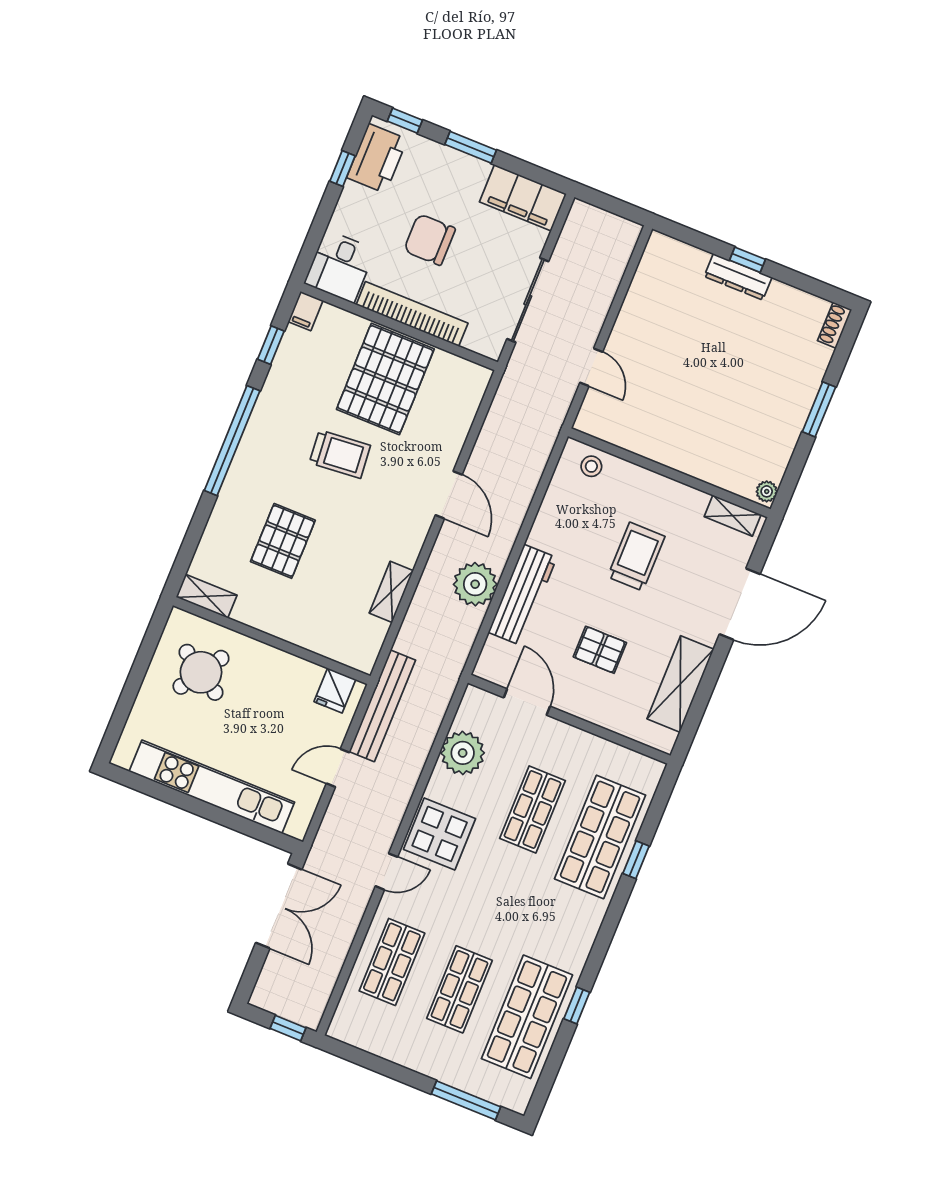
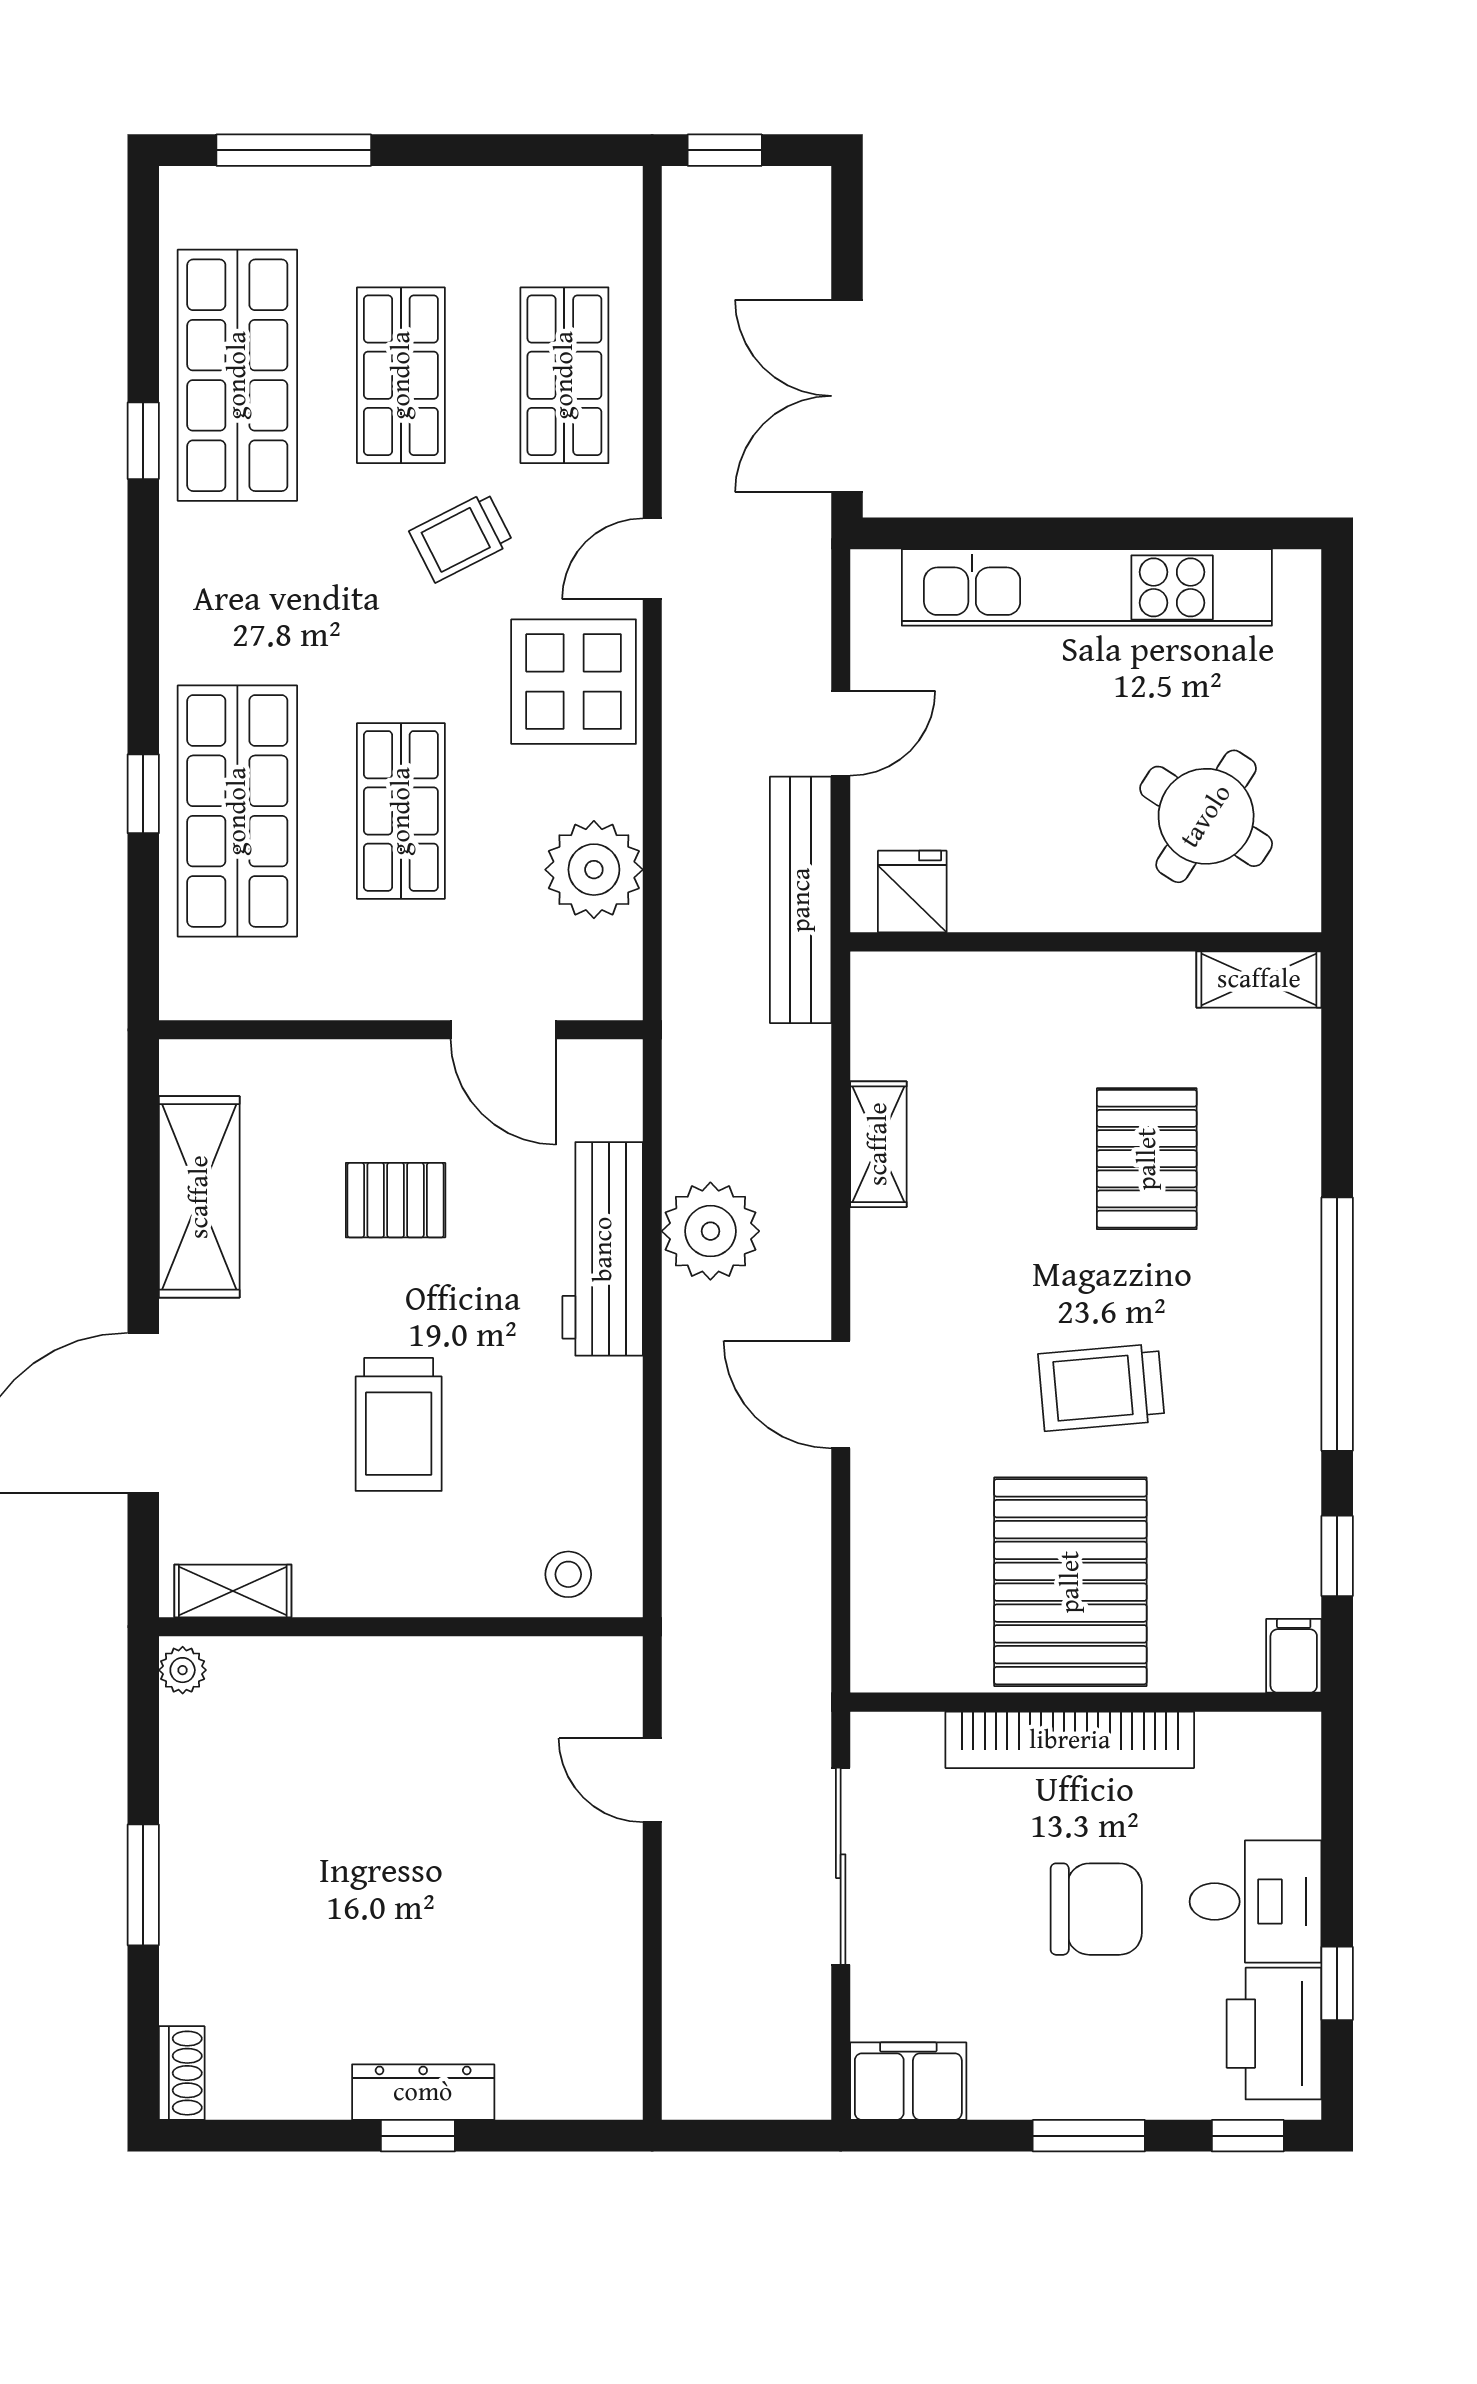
filing cabinet: (523, 198) -> (908, 2081), width x0.67, depth x0.86
desk: (340, 266) -> (1255, 1902), moved, turned 90
trolley: (462, 912) -> (461, 537), added

